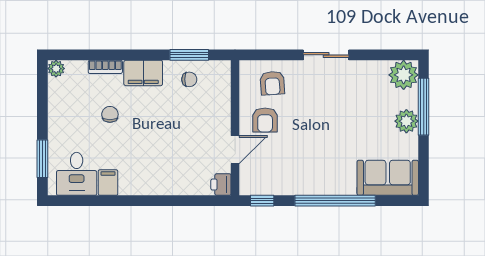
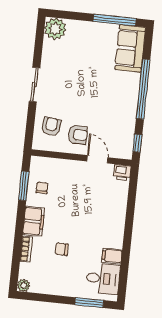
armchair: (272, 83) -> (51, 127), turned -79
window: (424, 107) -> (115, 20), moved
plant: (406, 121) -> (90, 30), removed

